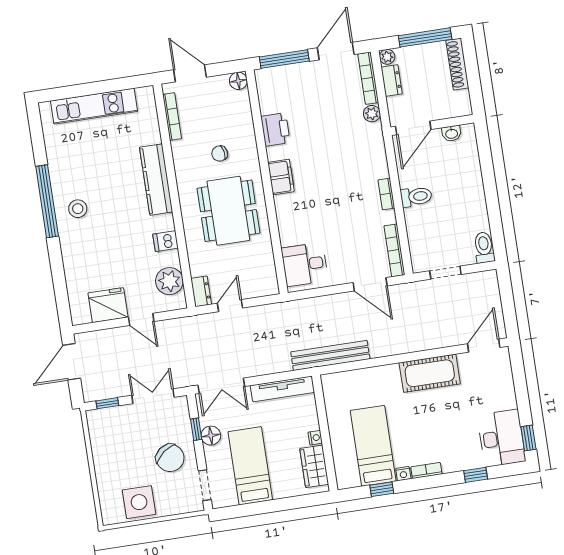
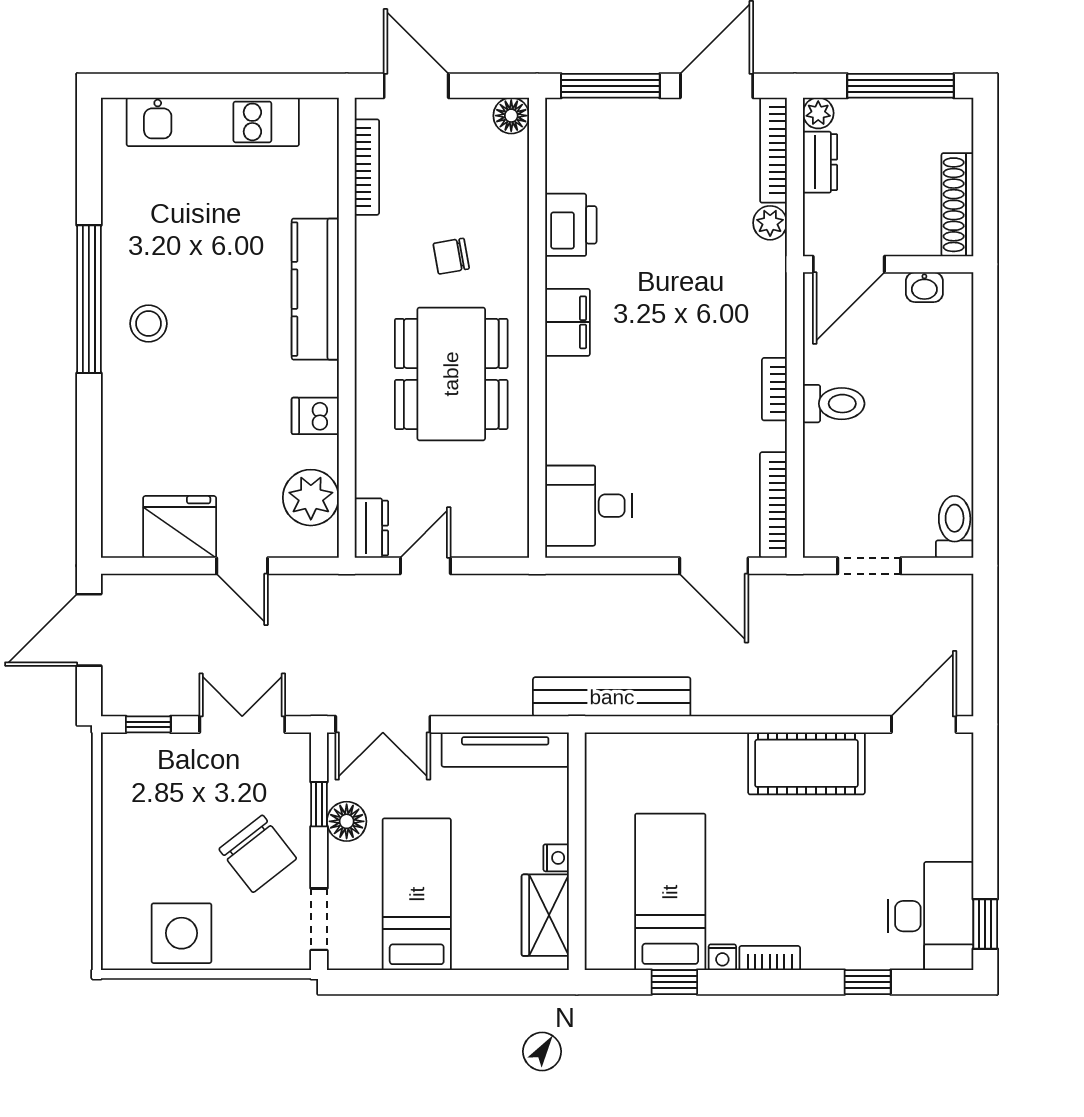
shoe rack: (457, 64) -> (957, 205), moved

